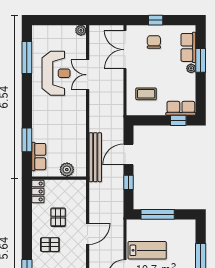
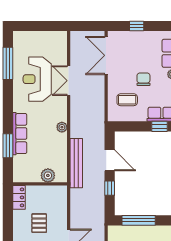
plant: (81, 30) -> (62, 127), moved
chair: (154, 42) -> (143, 79), moved
reception desk: (56, 73) -> (37, 79), turned 180
door: (128, 155) -> (110, 160), swing flipped
row of seats: (39, 157) -> (20, 134), moved, width x1.48

